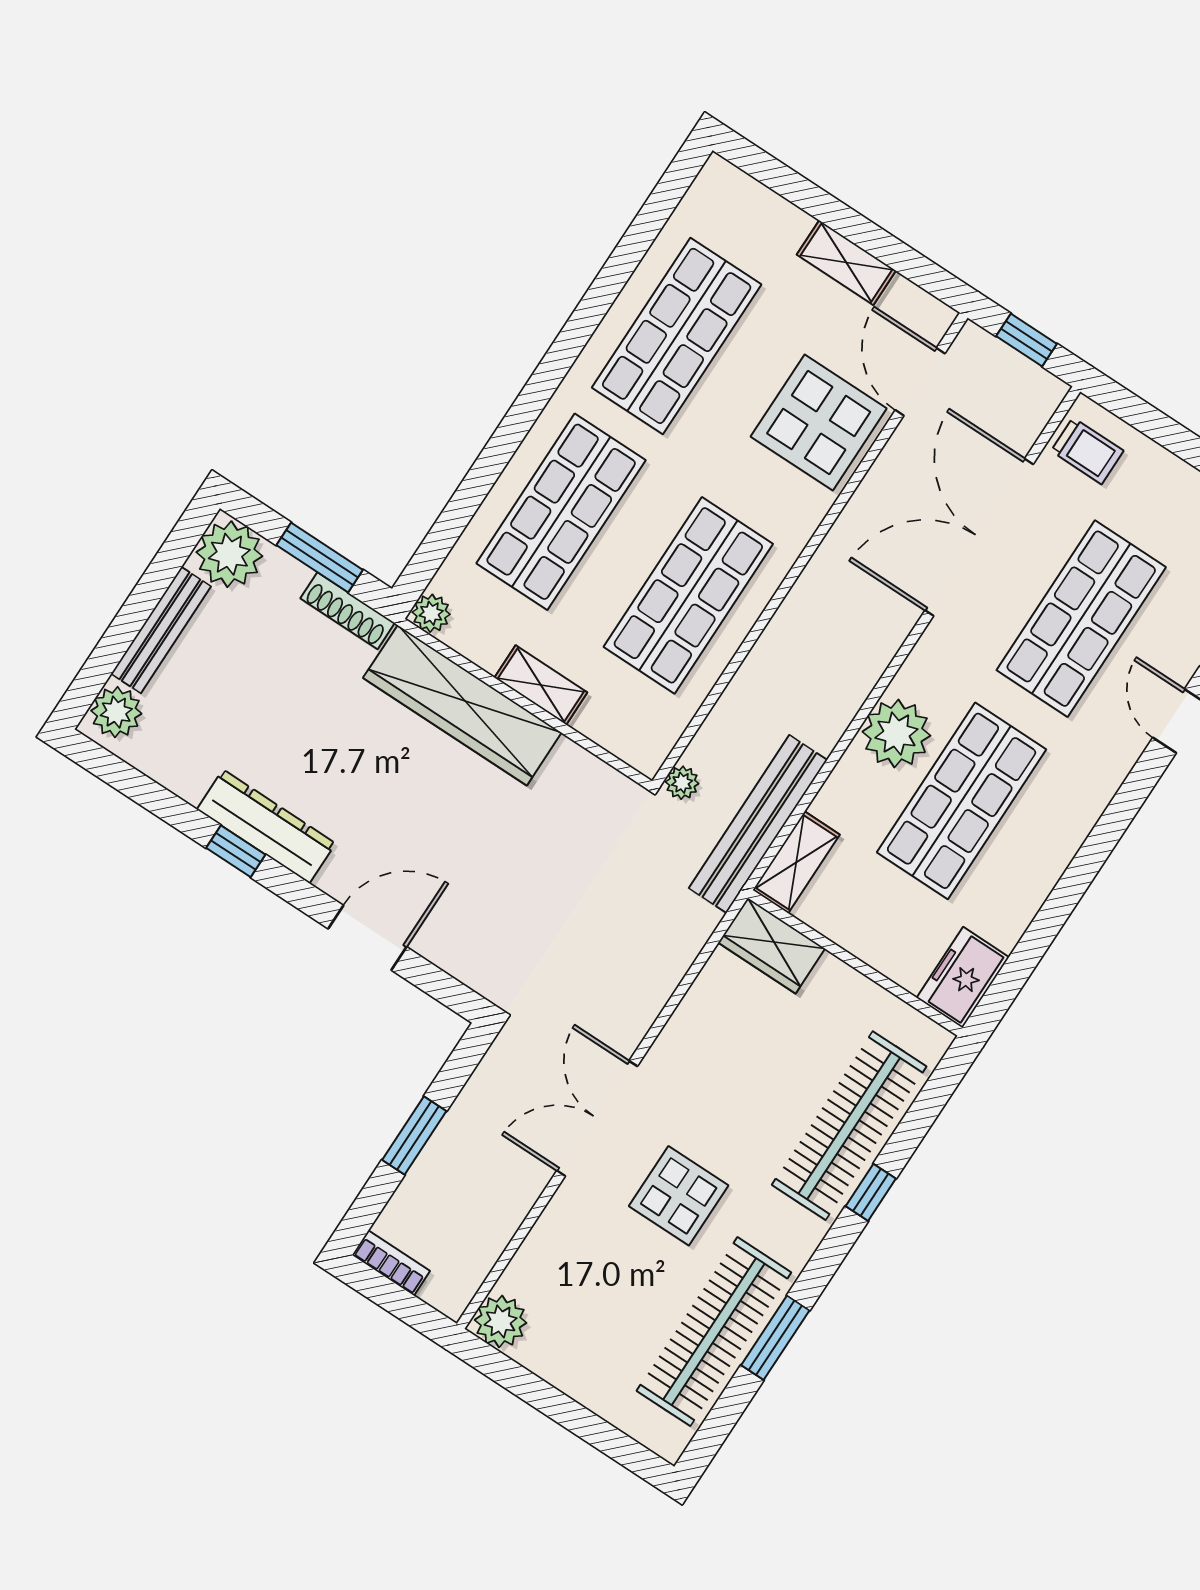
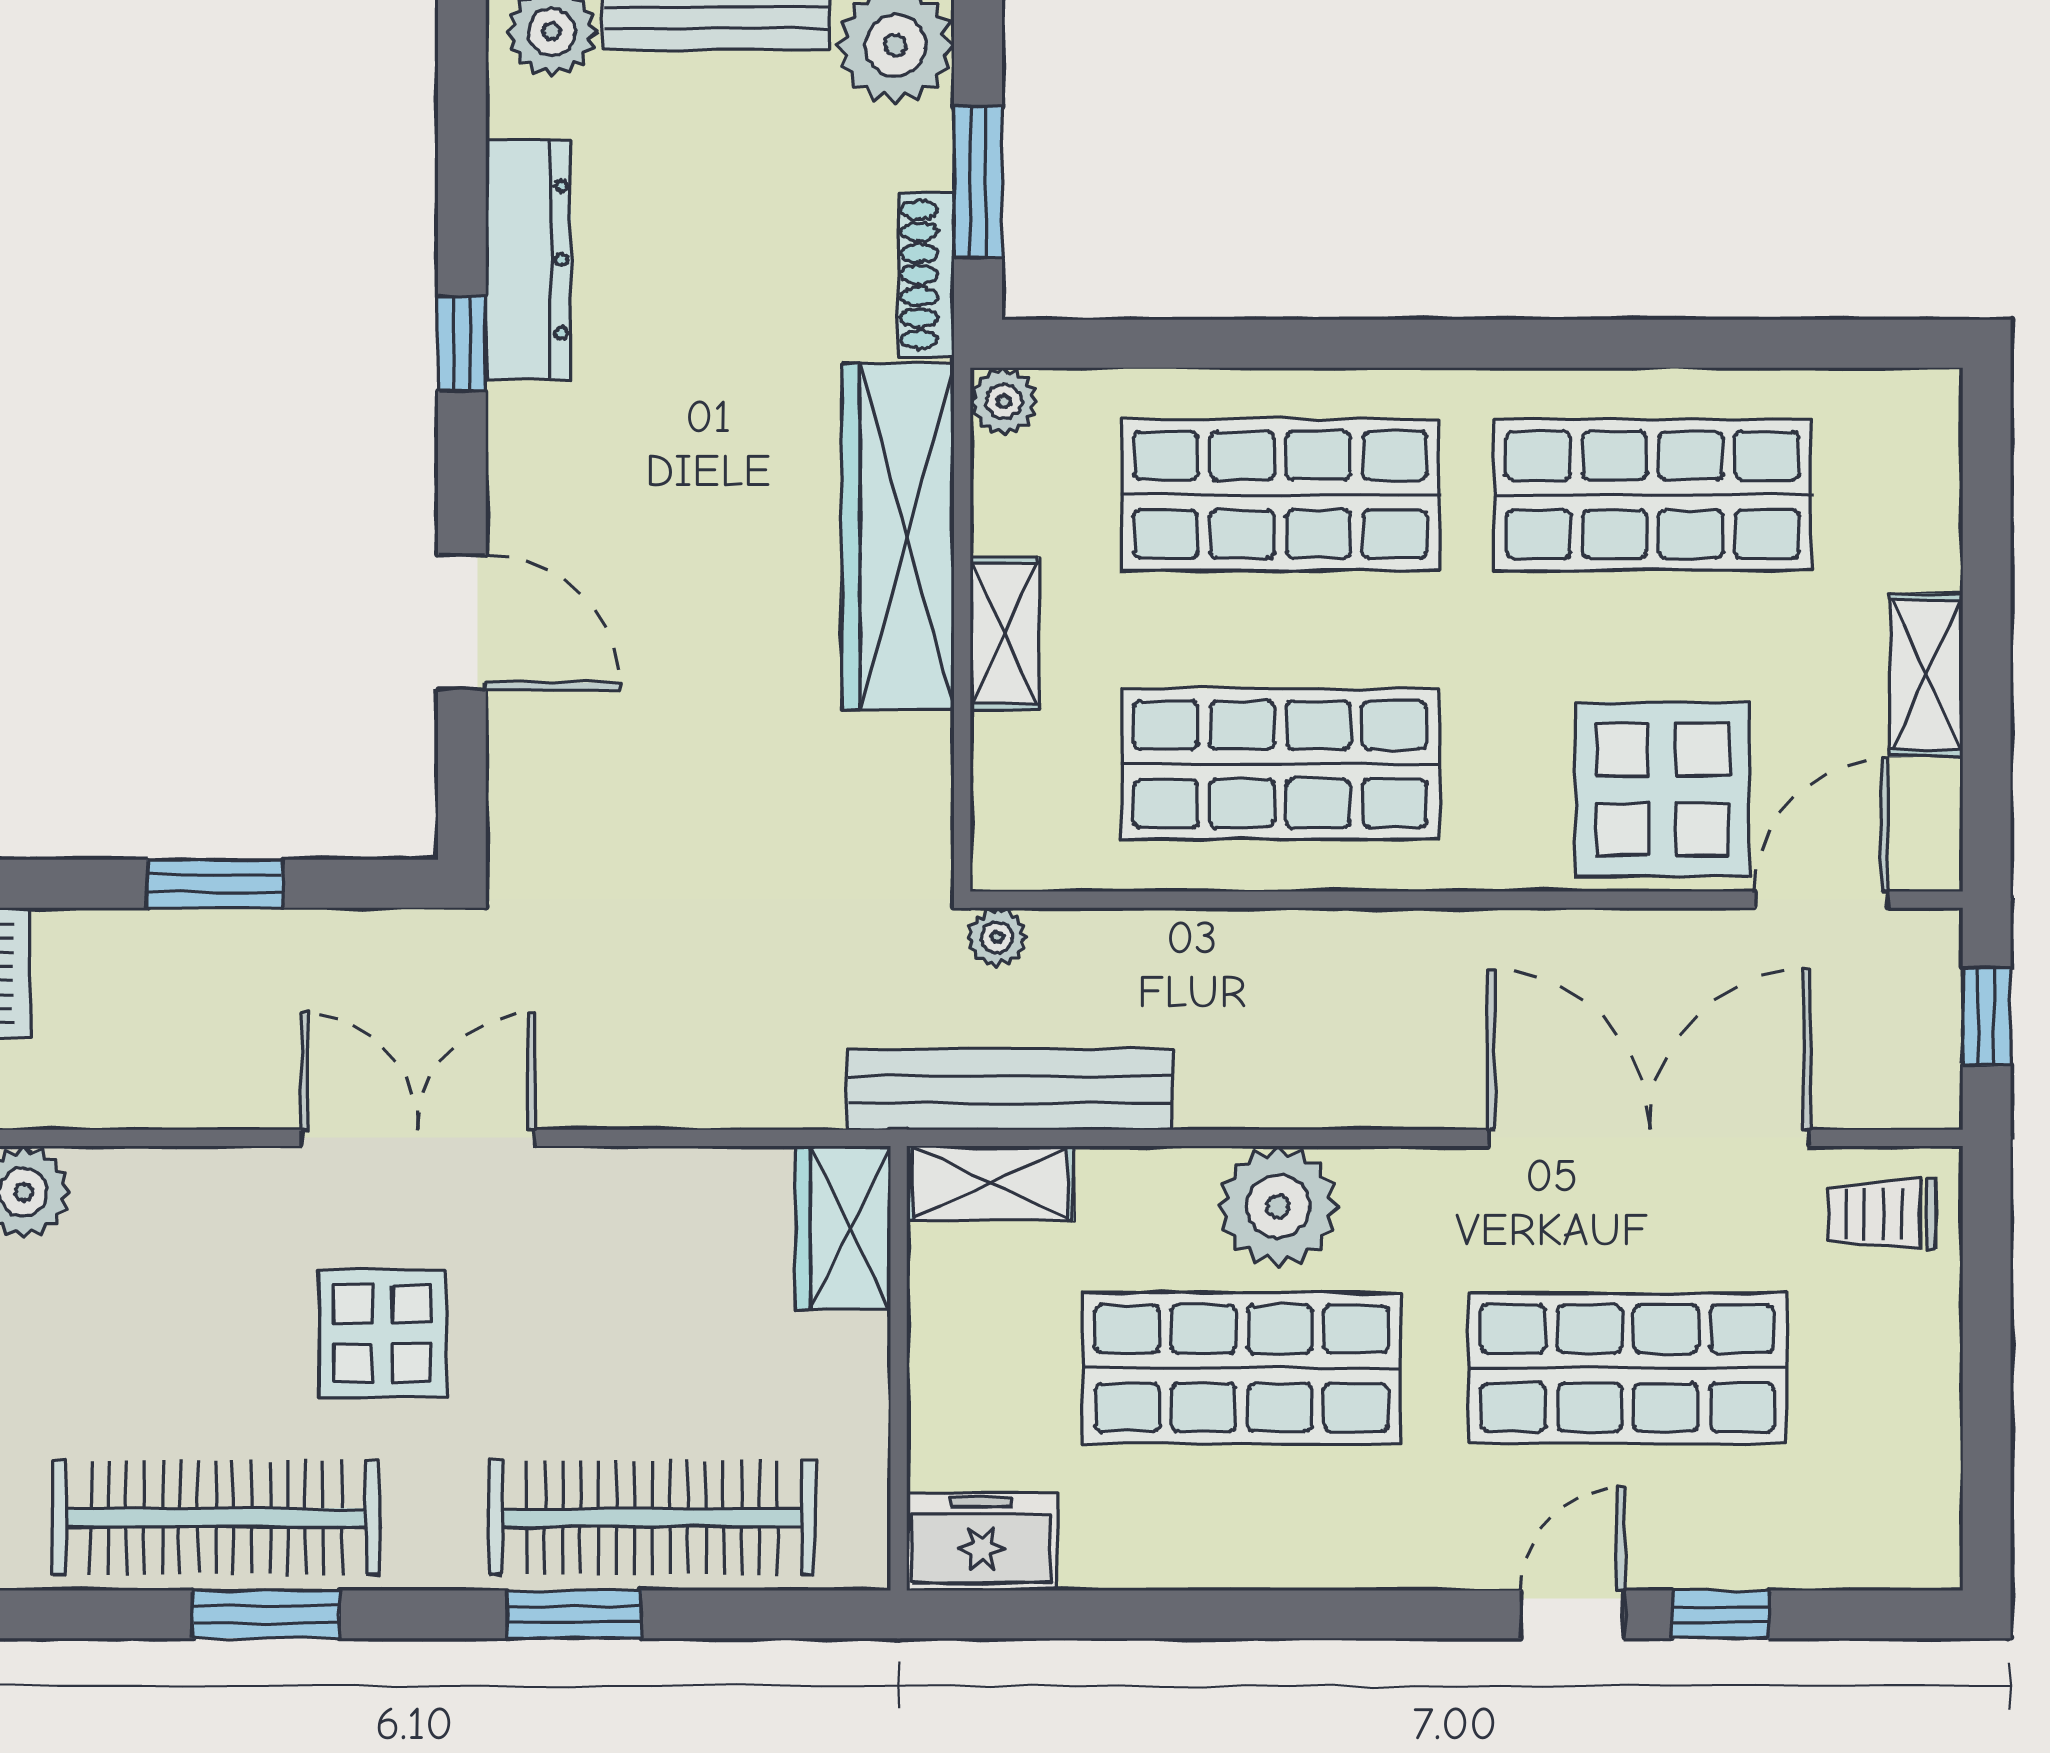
trolley: (1087, 451) -> (1882, 1214), turned 90
dresser: (266, 826) -> (528, 260), moved
window: (871, 1192) -> (574, 1614), width x1.50

